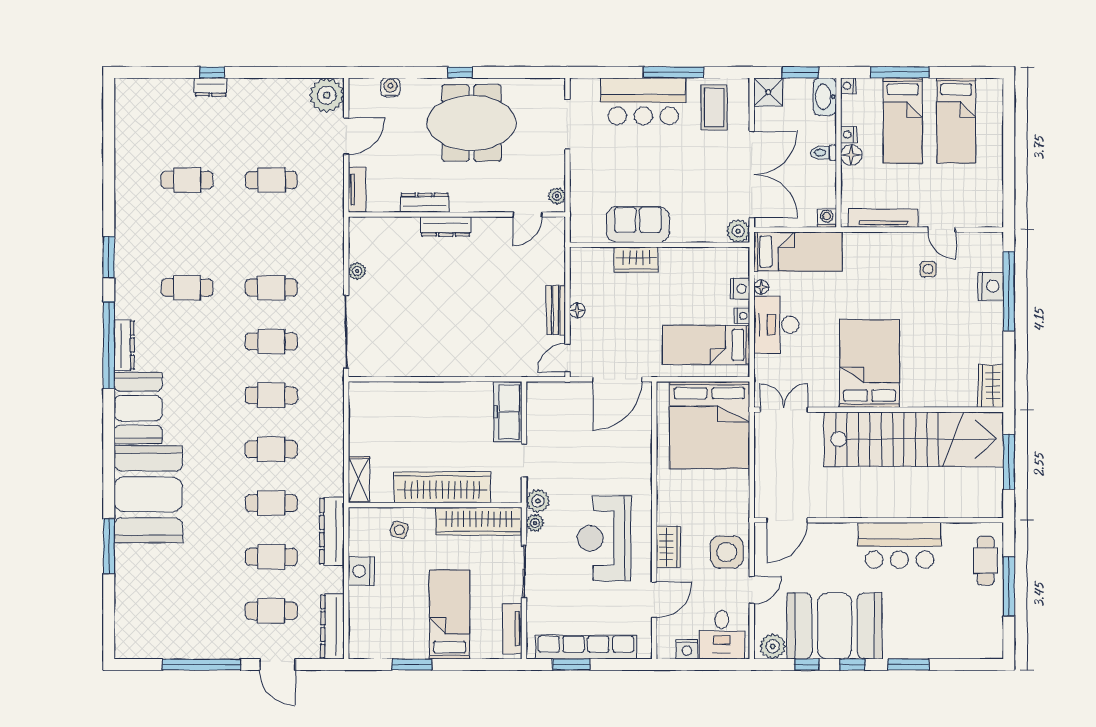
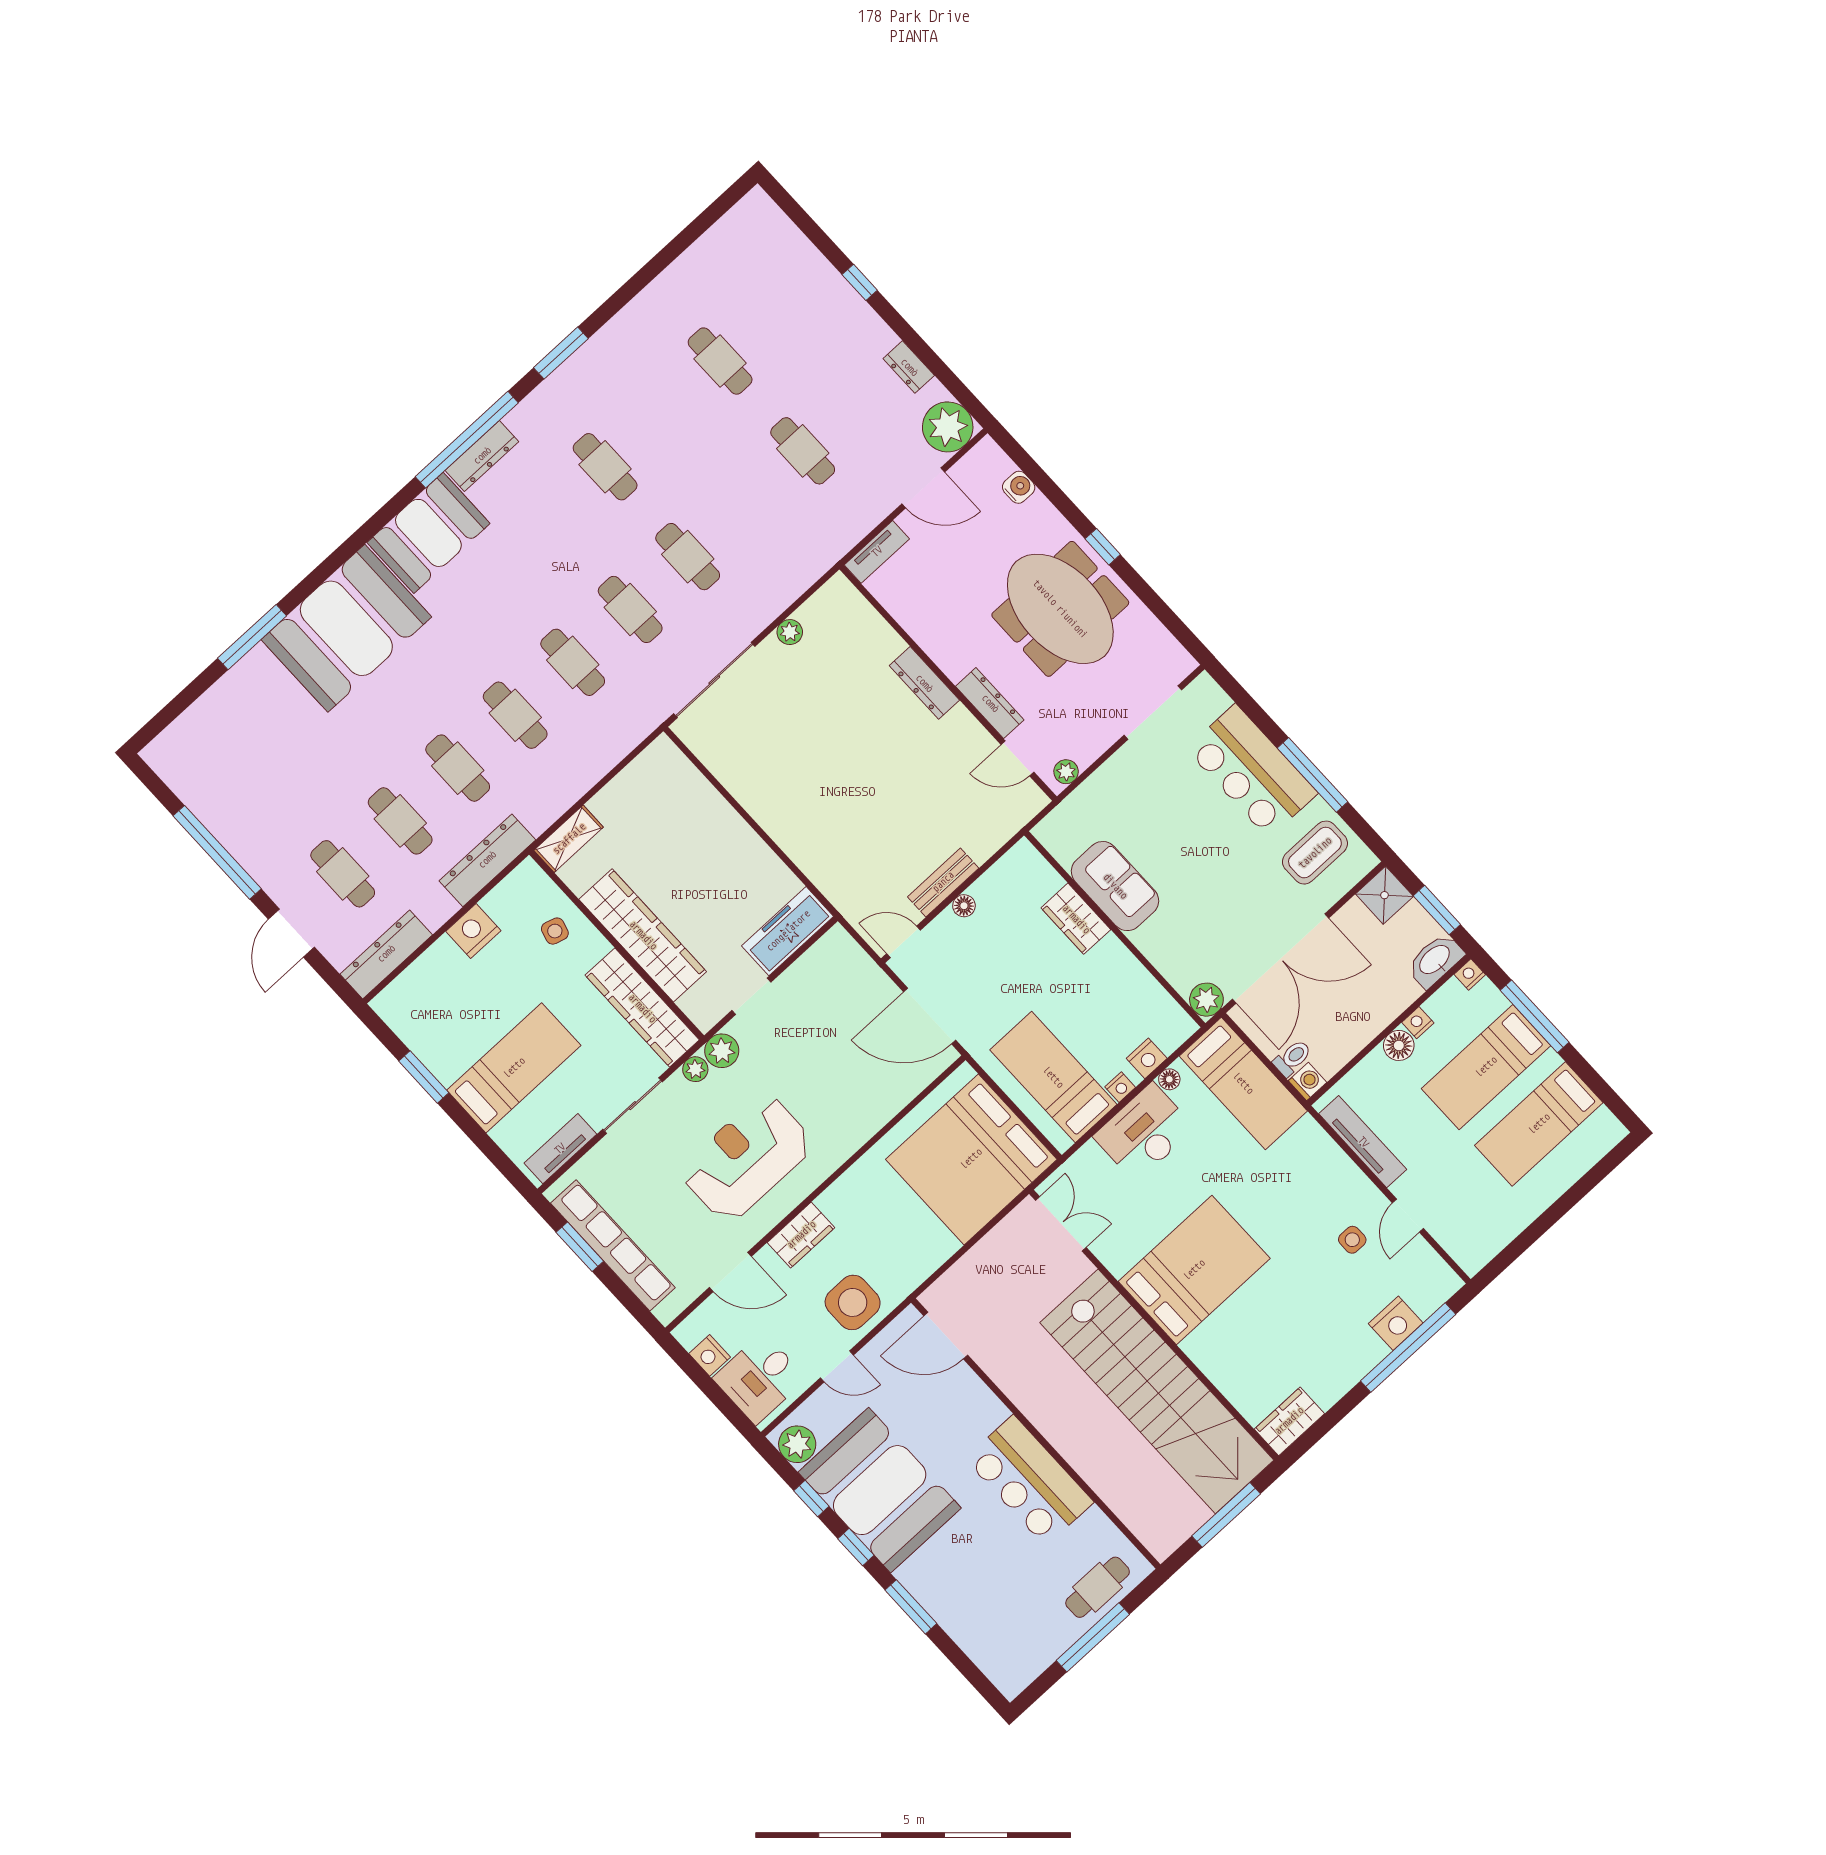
dresser: (211, 87) -> (909, 367), moved
toilet: (824, 153) -> (1292, 1058), moved, turned 90
dresser: (425, 203) -> (990, 703), moved

